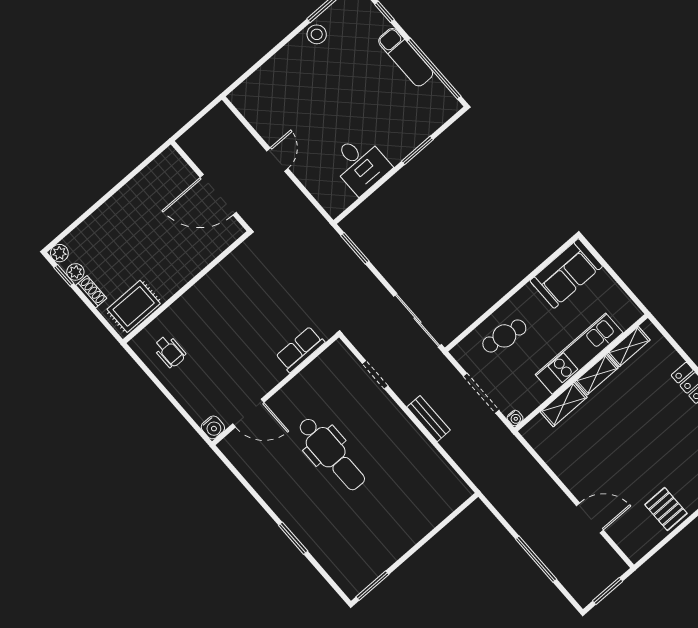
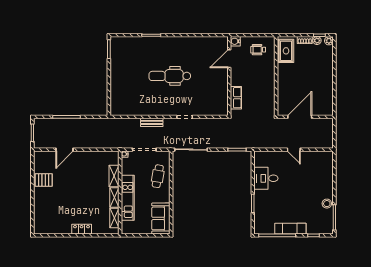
row of seats: (300, 349) -> (236, 98), moved
wall: (275, 389) -> (229, 76), moved
door: (248, 413) -> (229, 59), moved
water cooler: (213, 427) -> (235, 41), moved

